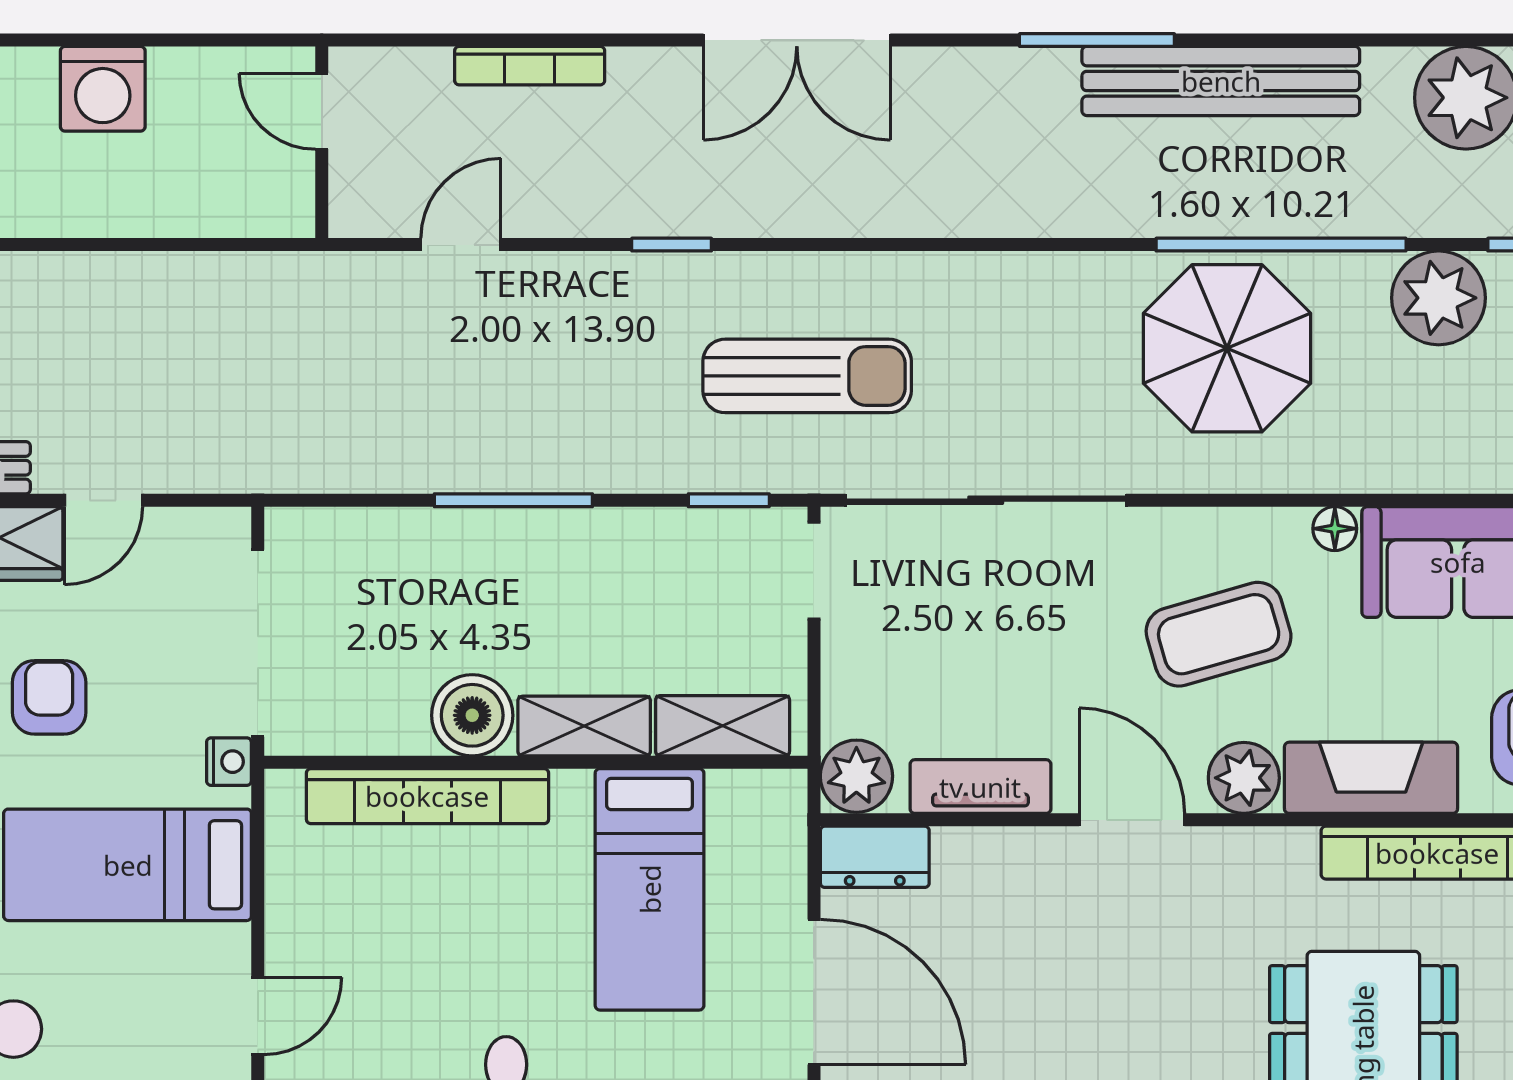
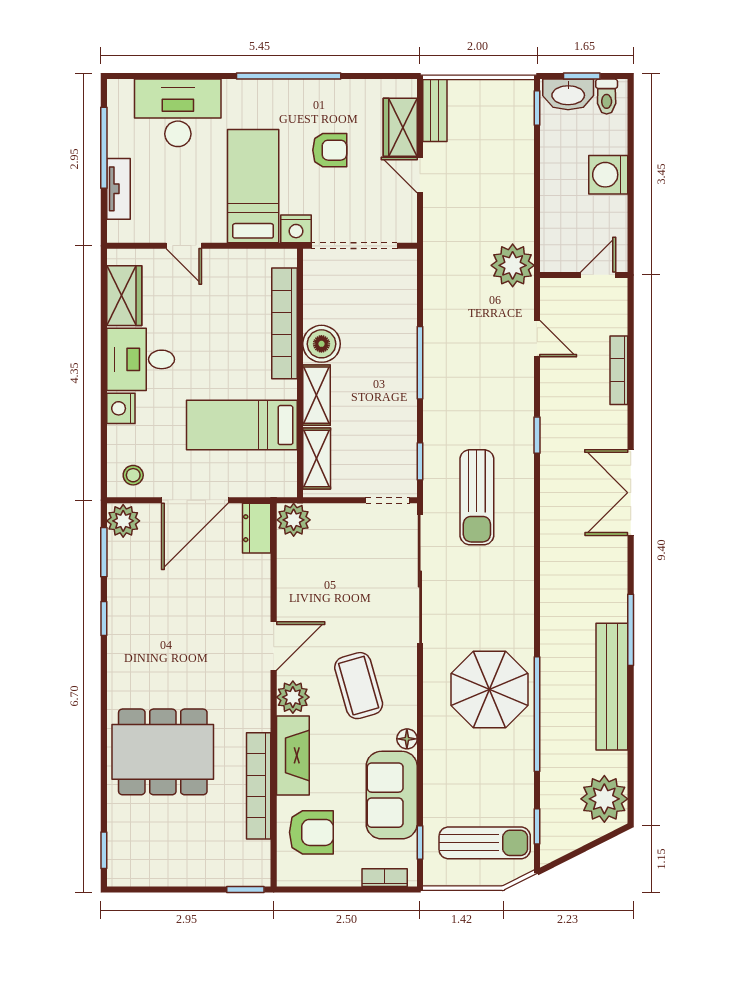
plant: (1439, 298) -> (513, 265), moved
nightstand: (229, 762) -> (296, 229), width x1.39, depth x1.35
tv unit: (980, 787) -> (289, 577), removed

